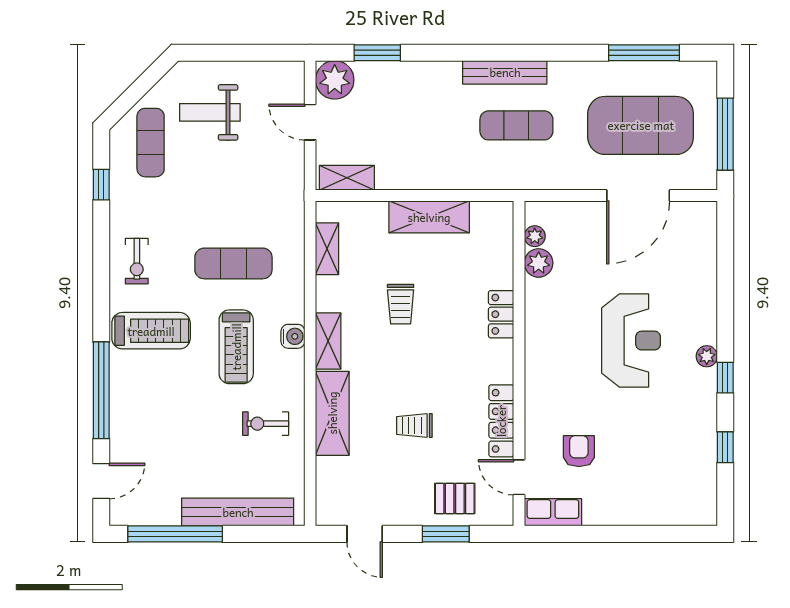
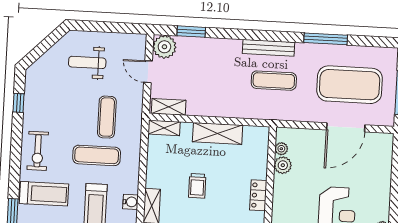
window: (644, 53) -> (326, 39), moved
exercise mat: (151, 143) -> (107, 117), moved
shelving: (327, 249) -> (164, 128), moved, turned 90
exercise bike: (137, 261) -> (38, 151), width x1.38, depth x1.39

